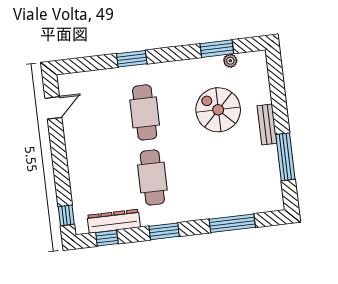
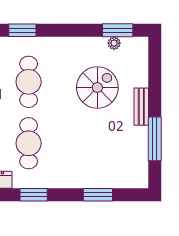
window: (217, 49) -> (118, 30), moved
spiral stairs: (218, 110) -> (97, 87), turned 90
window: (232, 223) -> (98, 195), width x0.69

